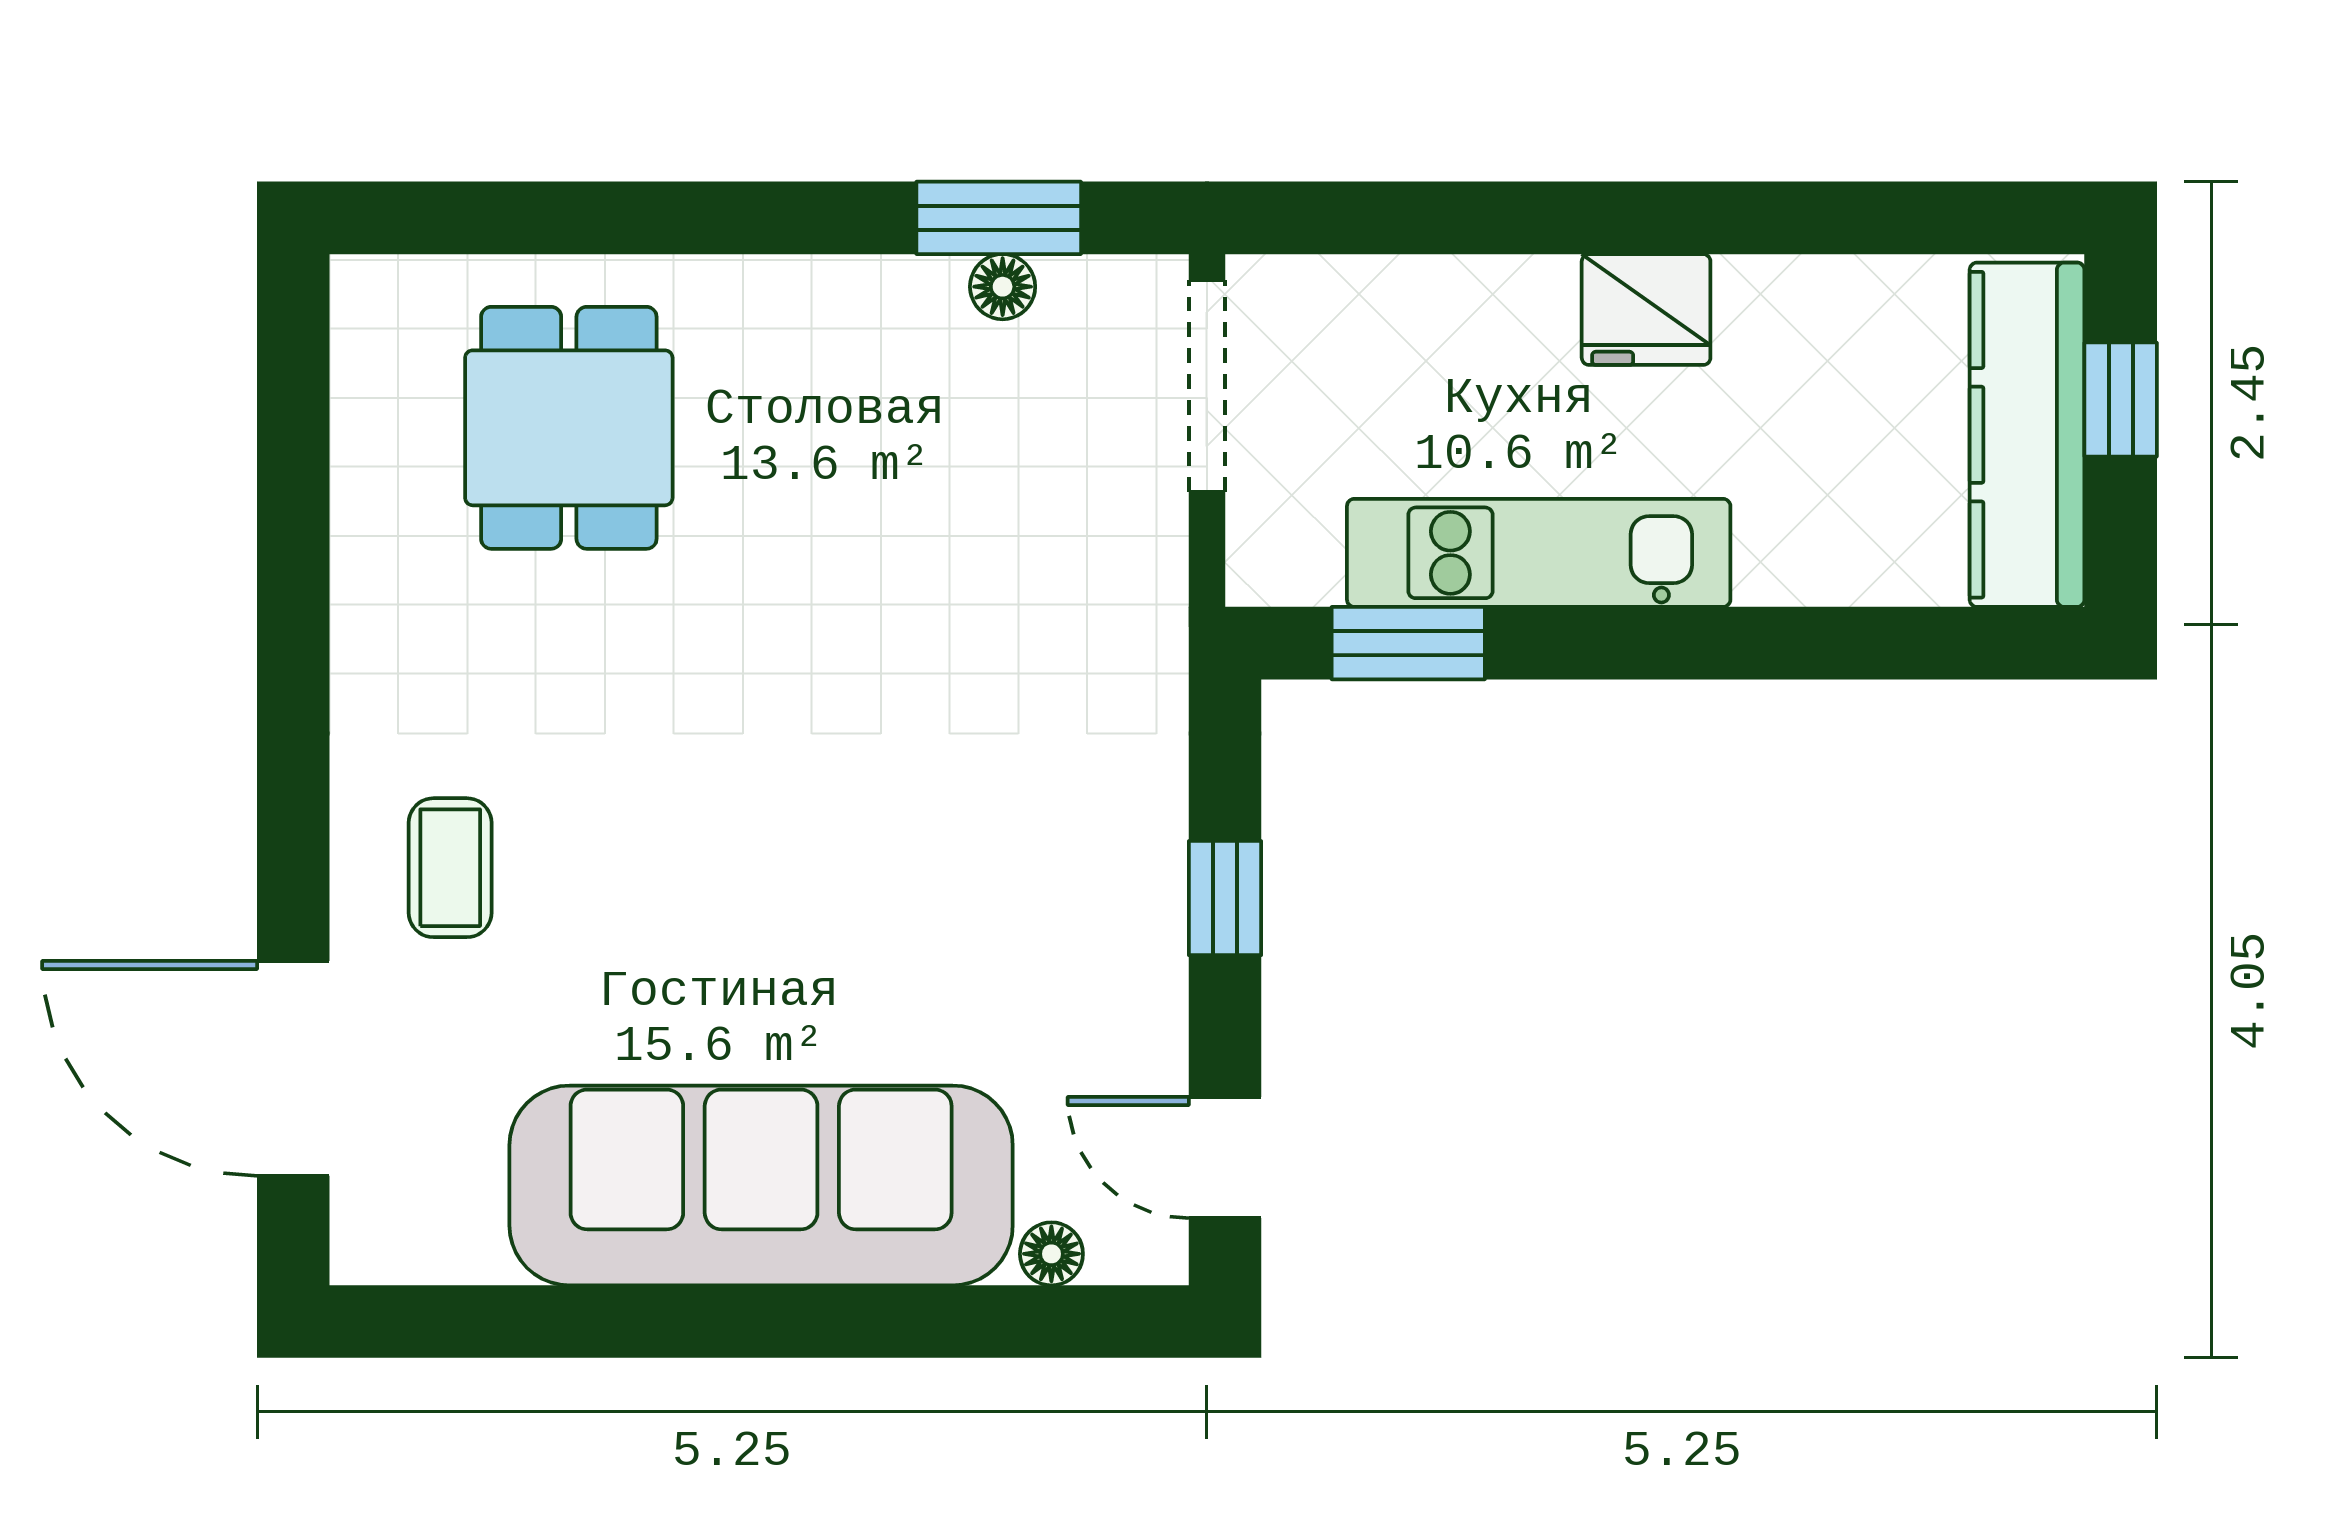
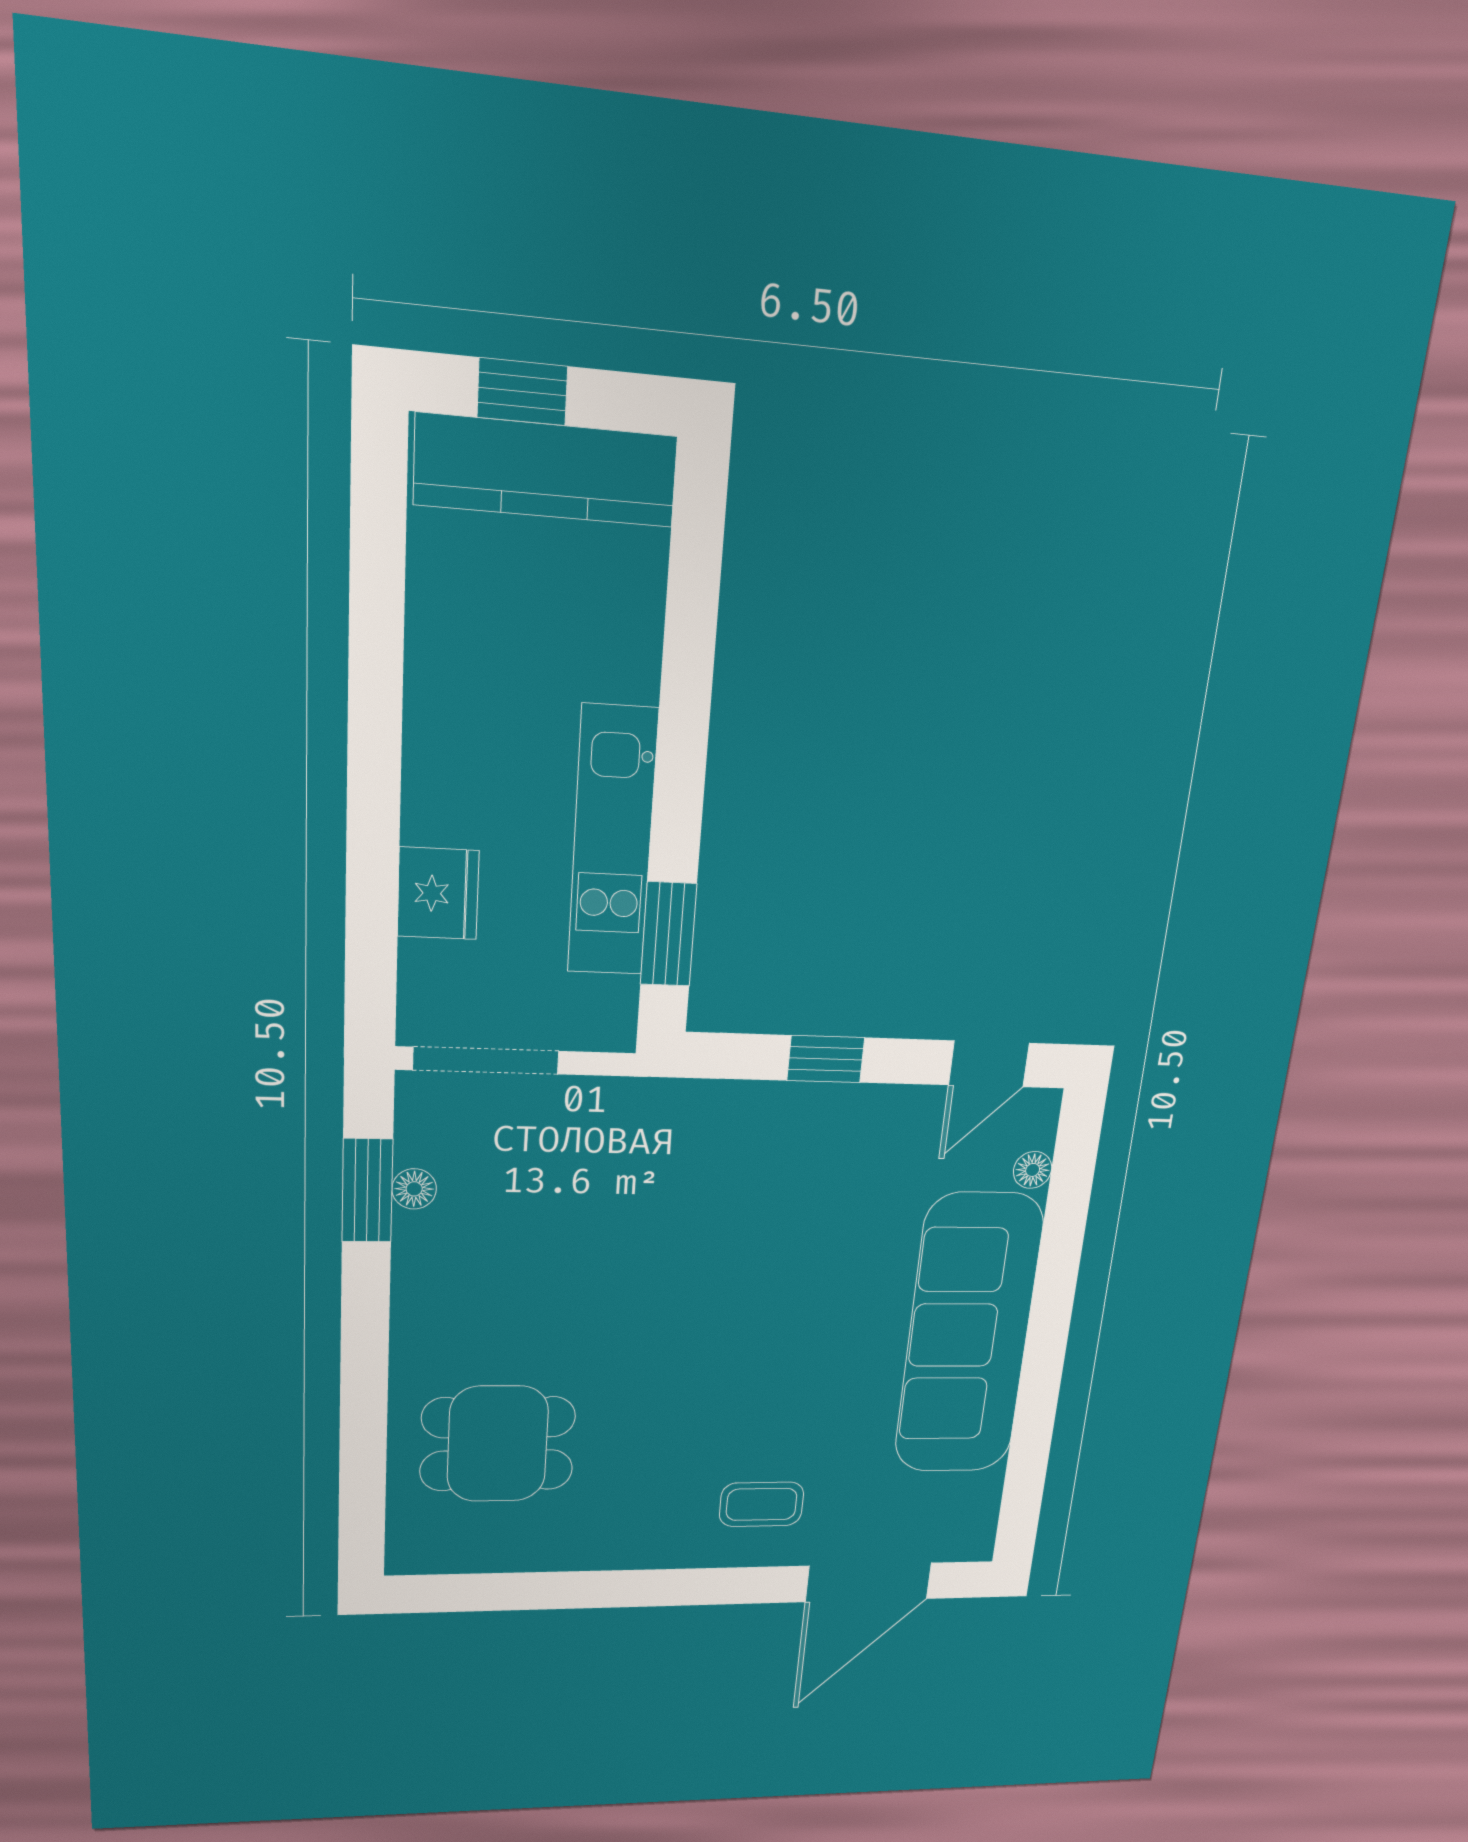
fridge: (1646, 310) -> (438, 893), moved

